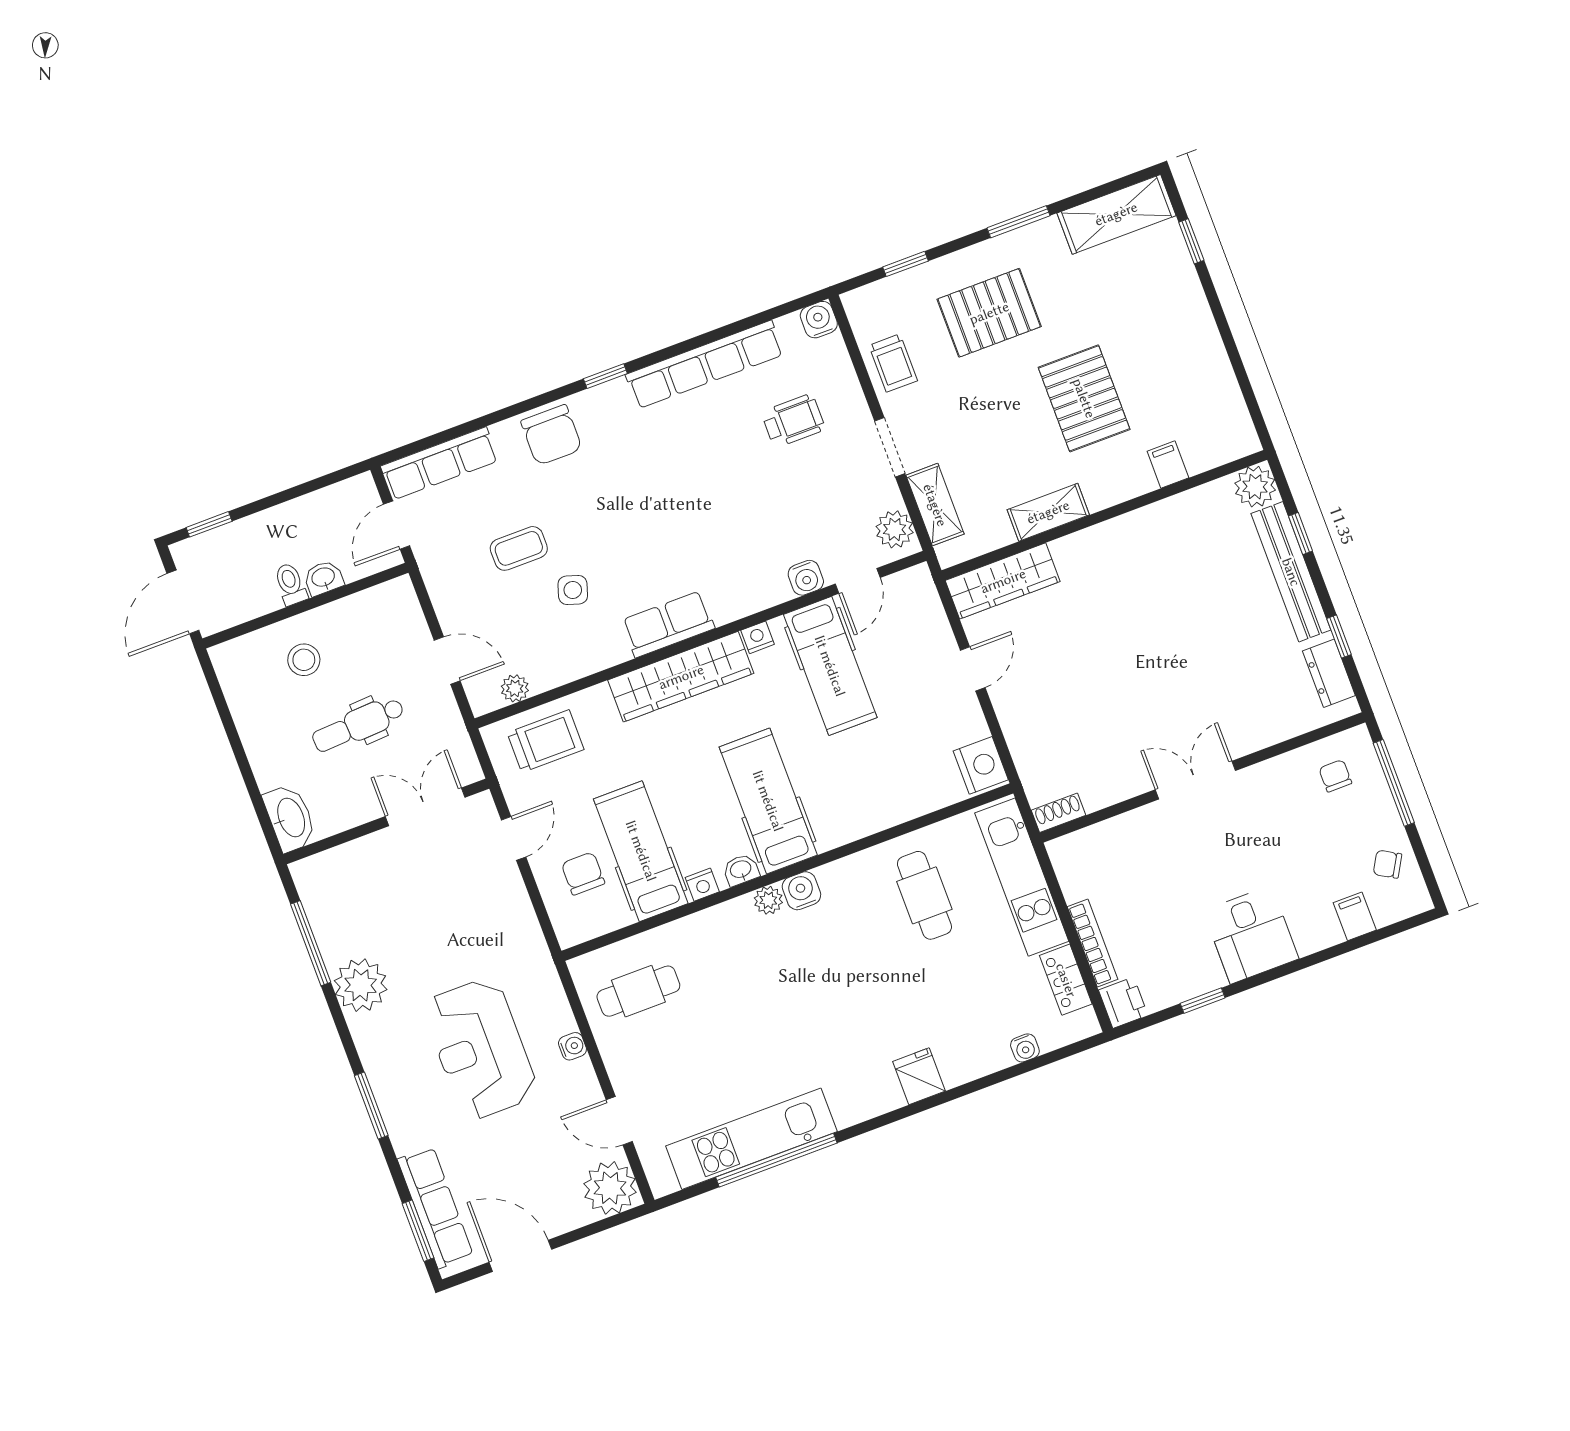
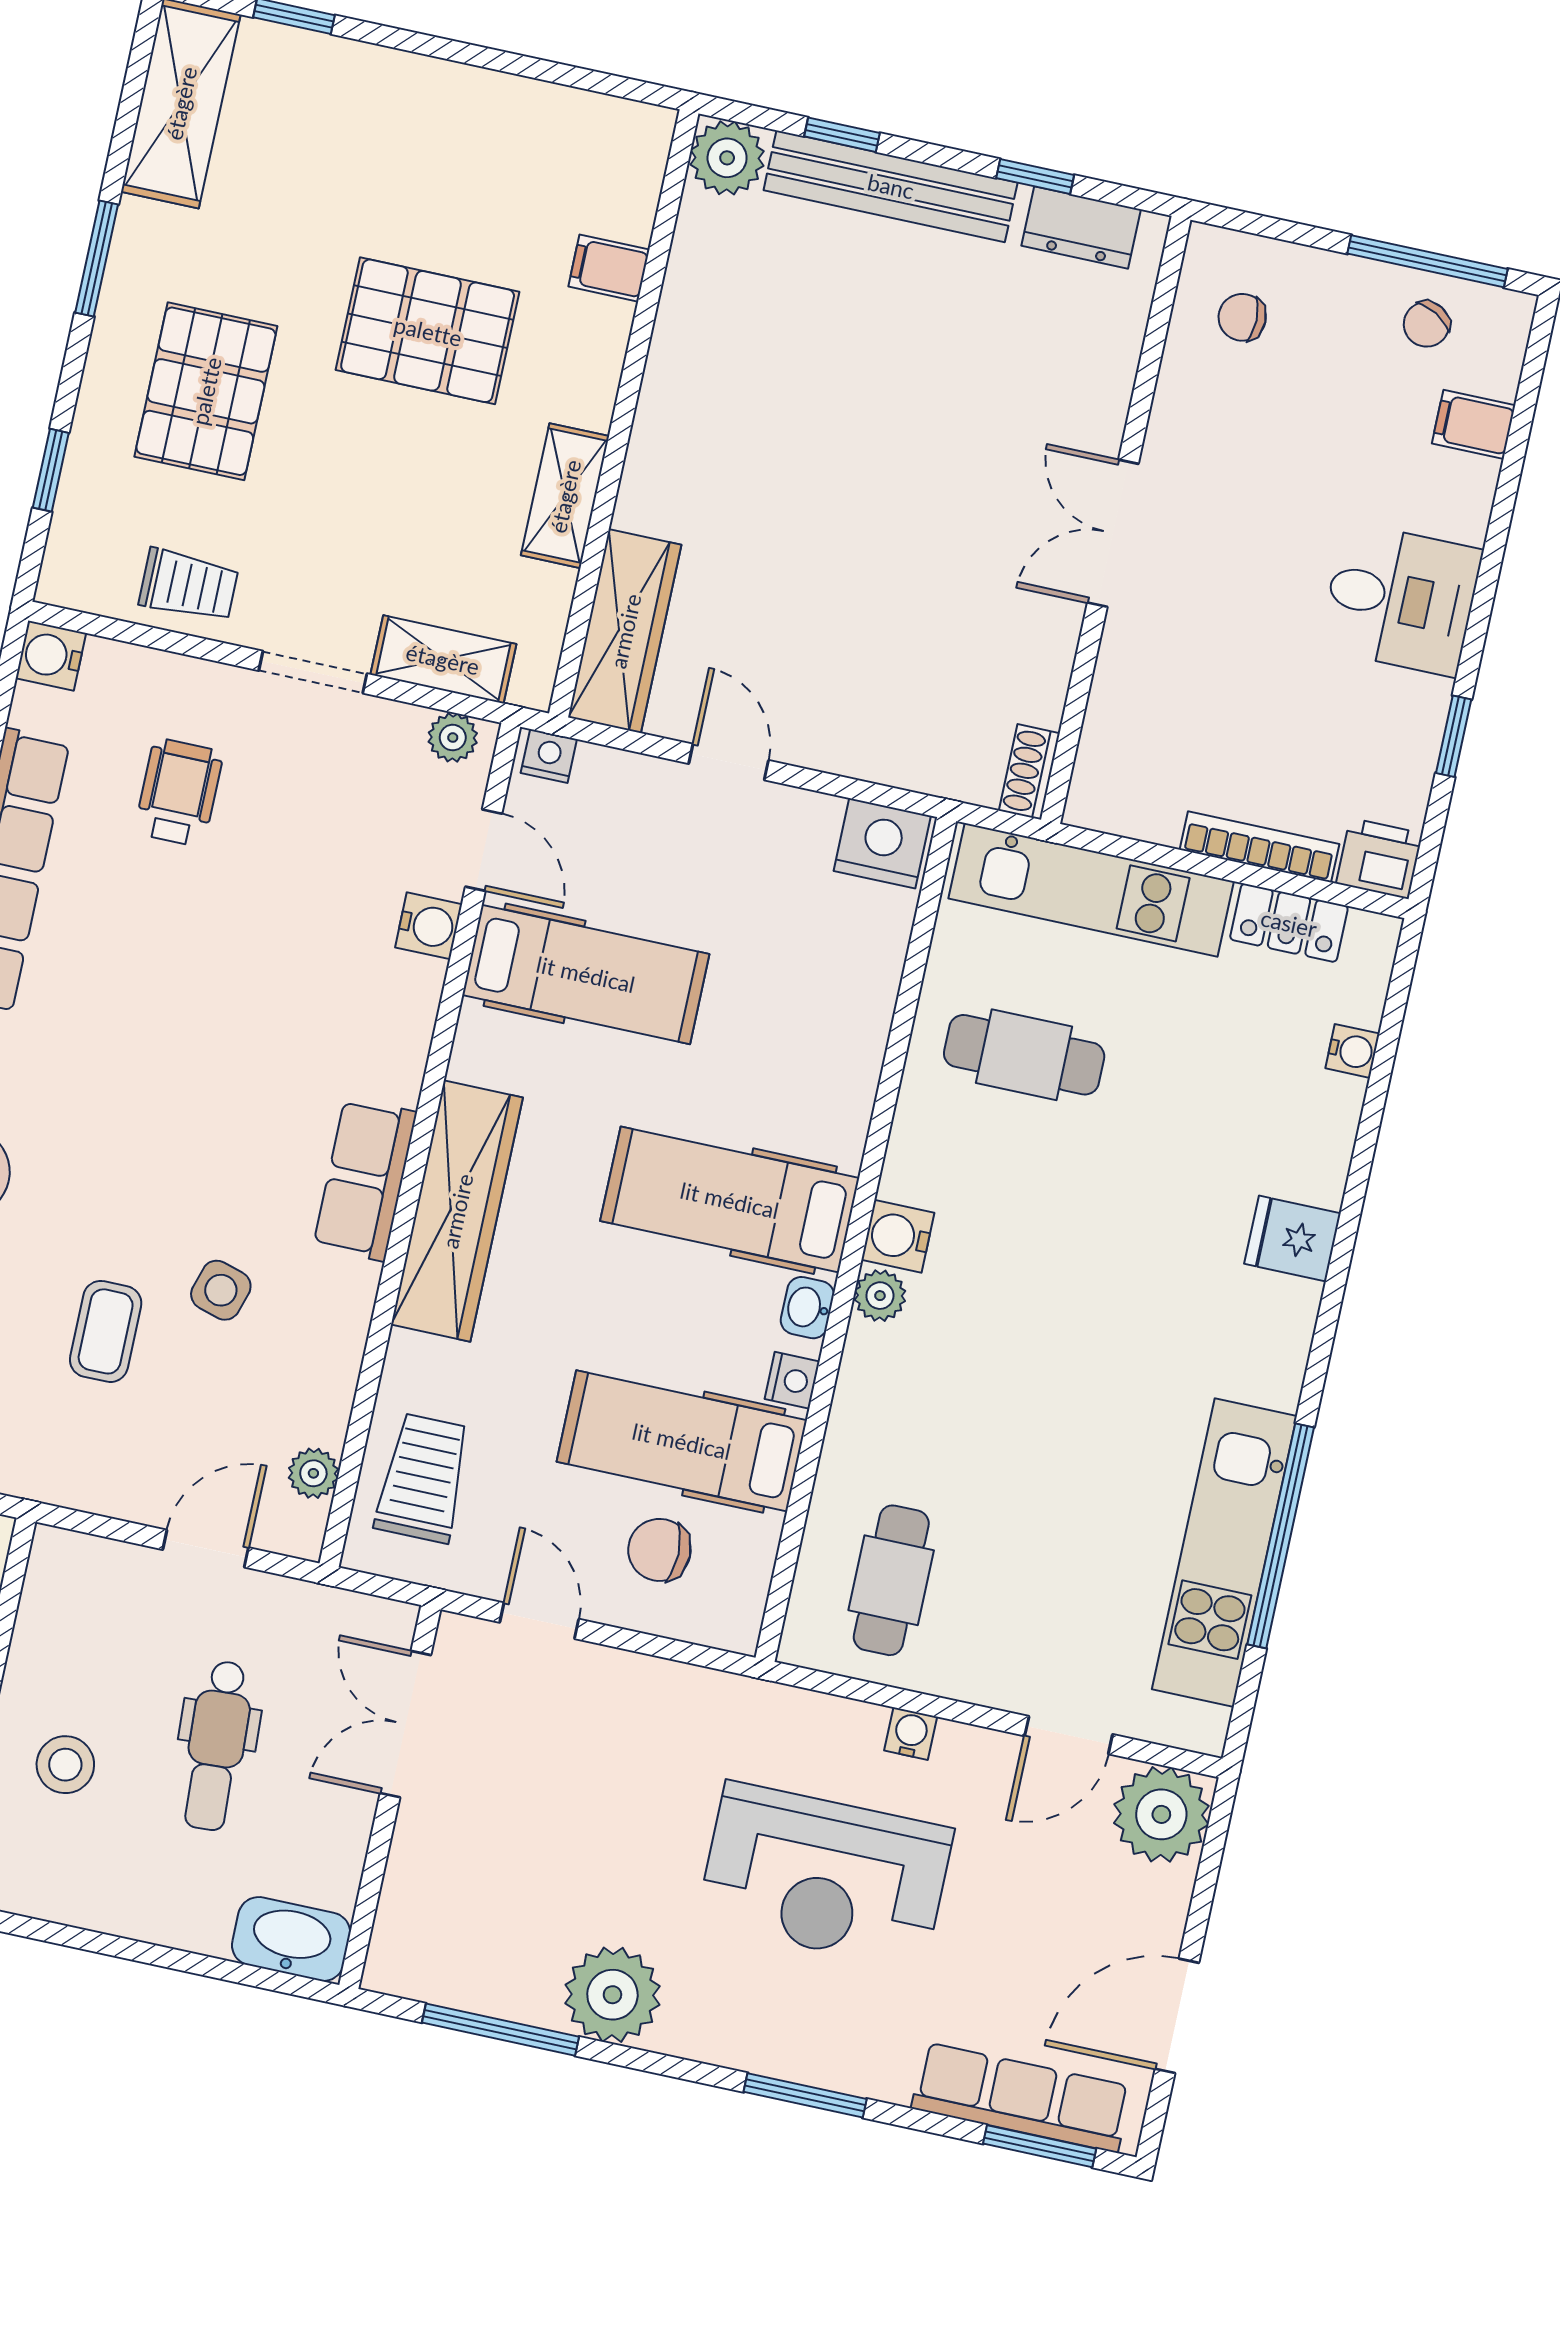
plant: (895, 529) -> (453, 738), width x0.73, depth x0.73
nightstand: (758, 637) -> (549, 756), moved, turned 90
window: (1394, 783) -> (1427, 261), moved

